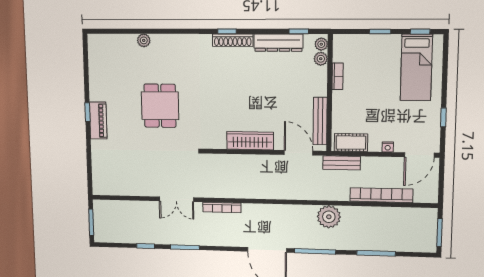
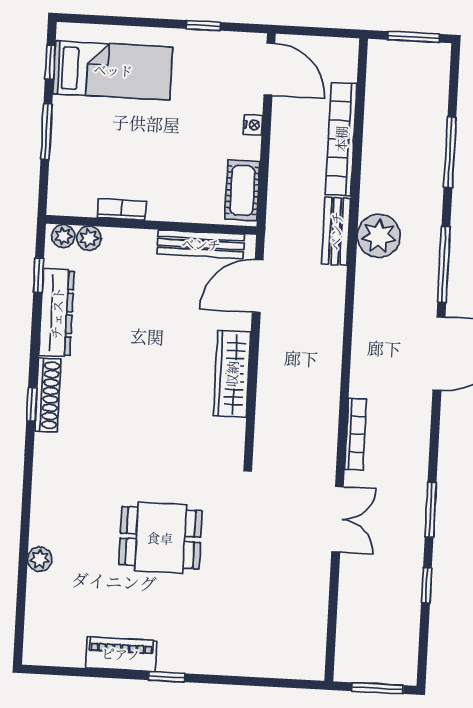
window: (380, 31) -> (46, 132), width x1.50
piano: (98, 121) -> (121, 654), moved
bench: (342, 163) -> (336, 231), moved

